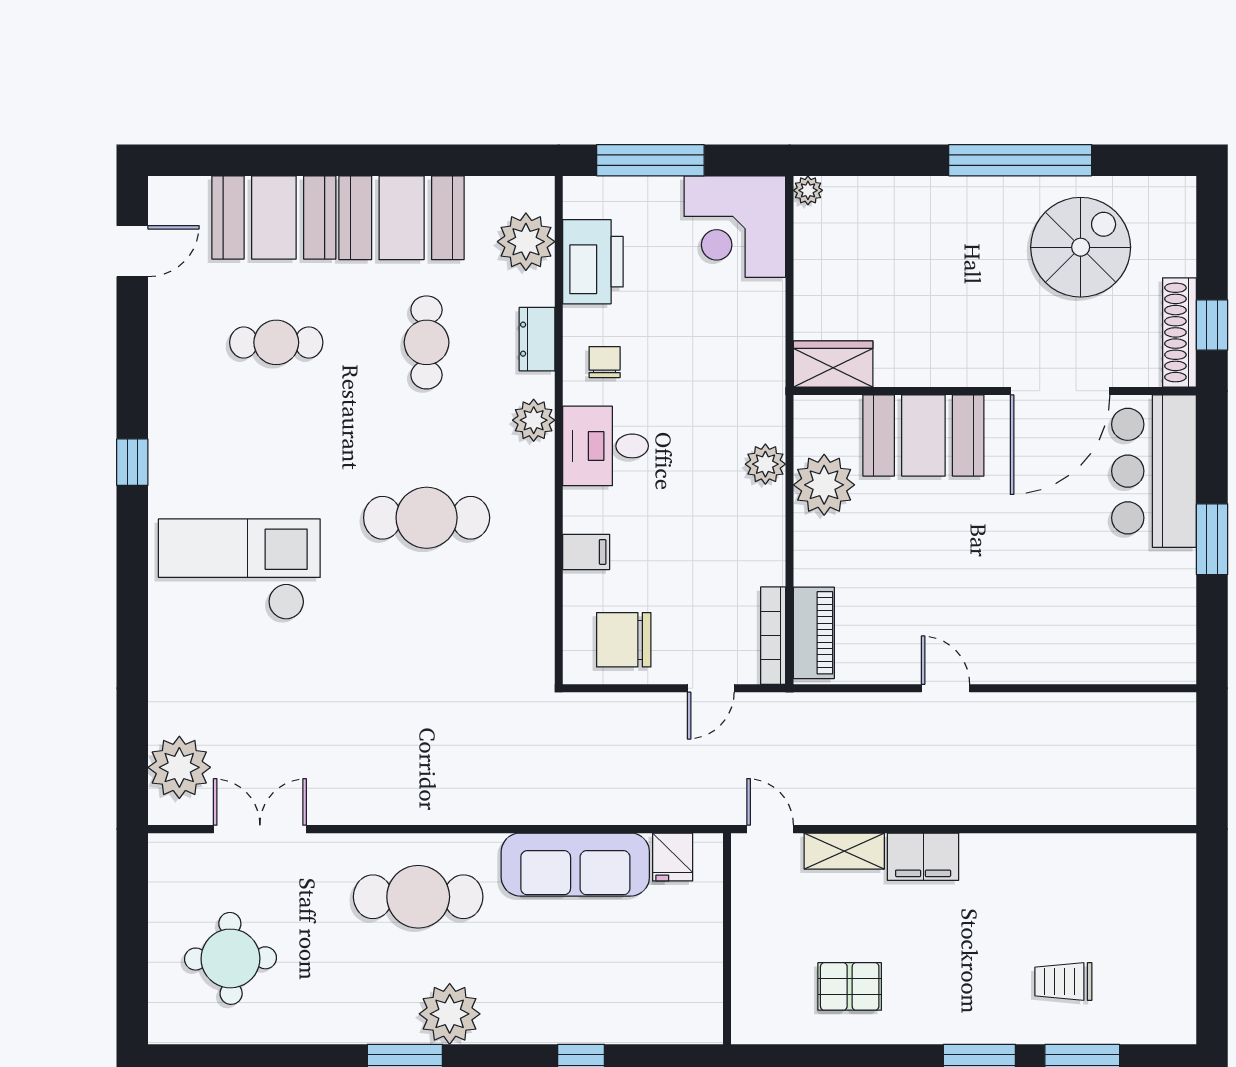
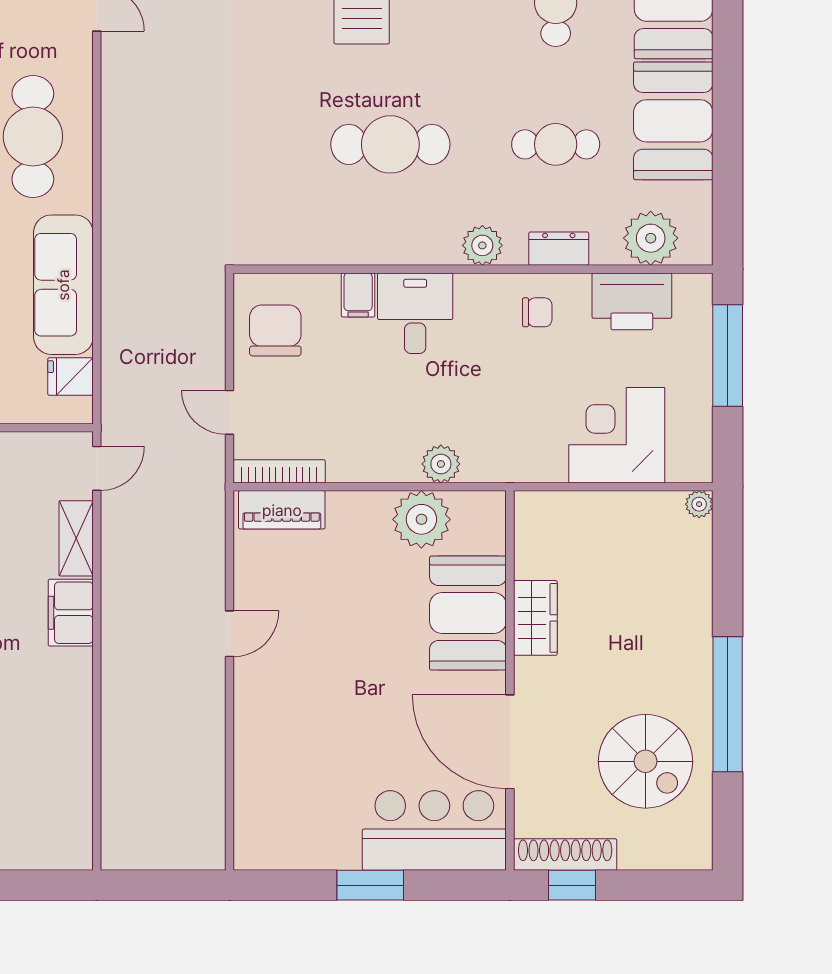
corner desk: (735, 227) -> (617, 435), moved
wardrobe: (833, 364) -> (535, 618), moved
desk: (606, 446) -> (415, 313), moved
cafe table: (427, 518) -> (390, 144), turned 90

